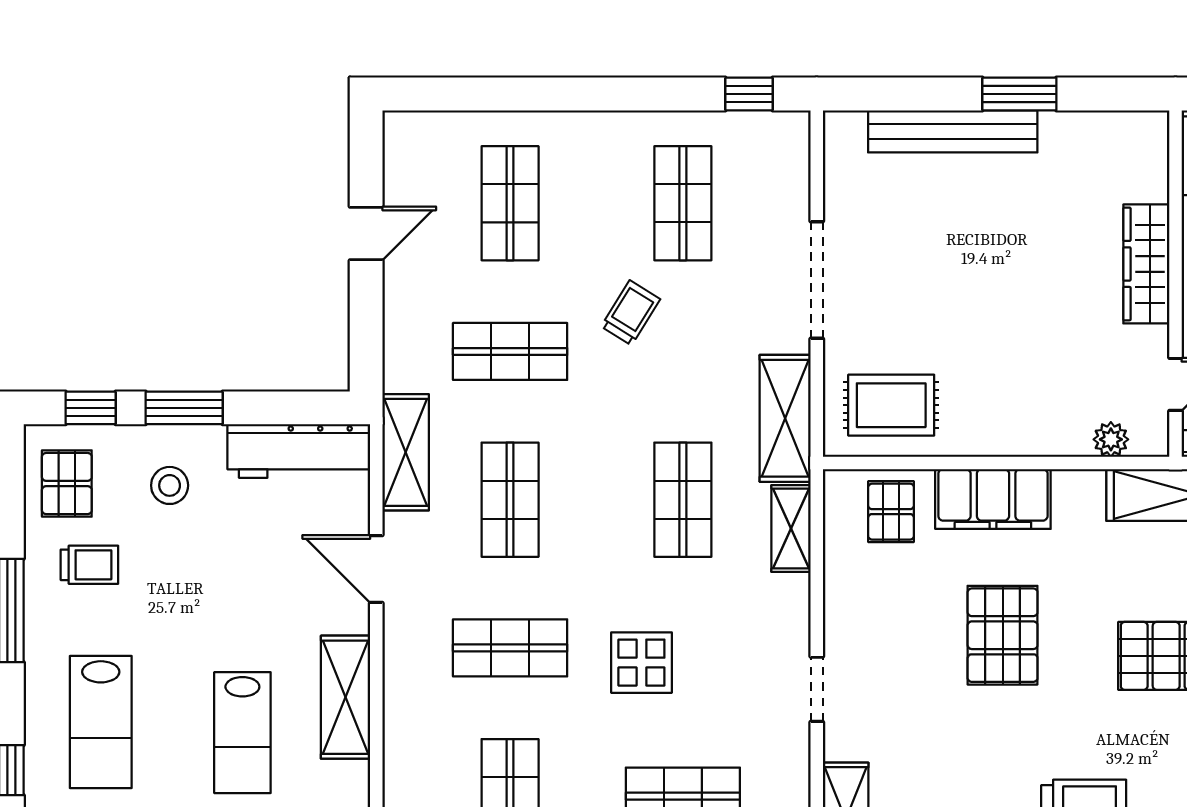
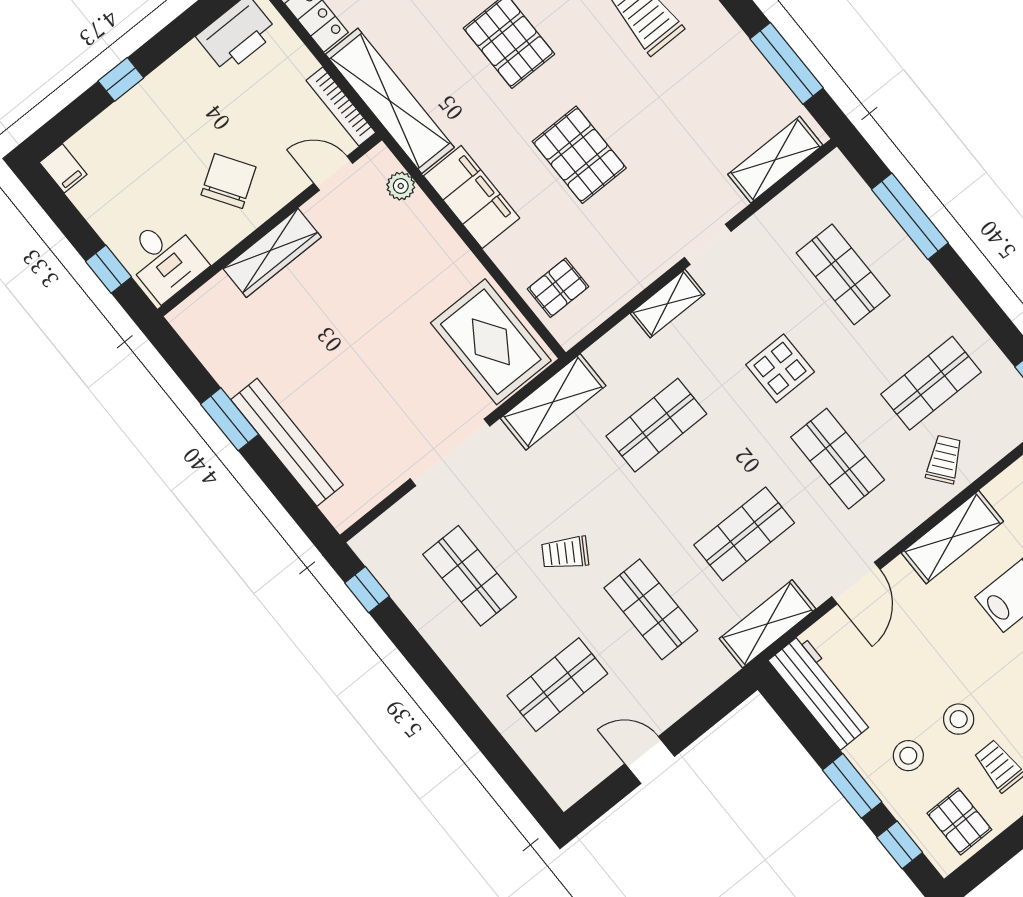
shop shelf: (683, 203) -> (470, 576), turned 90
rug: (891, 405) -> (491, 342), width x1.36, depth x1.43
pallet: (67, 484) -> (959, 821), turned 90
filing cabinet: (993, 499) -> (472, 197), moved
shelving: (791, 529) -> (667, 304), moved
stool: (166, 562) -> (959, 719), added
pallet: (1003, 635) -> (579, 155), turned 90
trolley: (426, 750) -> (944, 460), added

